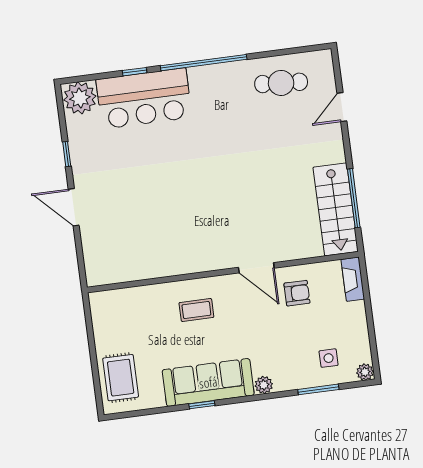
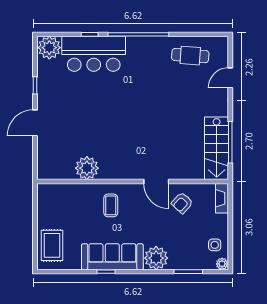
door: (74, 207) -> (35, 123), hinge flipped
plant: (156, 262) -> (87, 168), added
armchair: (297, 293) -> (182, 203), turned 132
coffee table: (196, 310) -> (111, 205), turned 90
side table: (329, 358) -> (215, 245), moved
plant: (264, 385) -> (156, 258), width x1.87, depth x1.87

